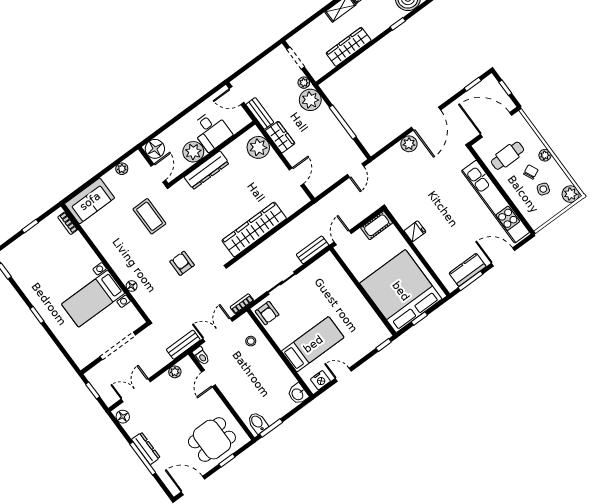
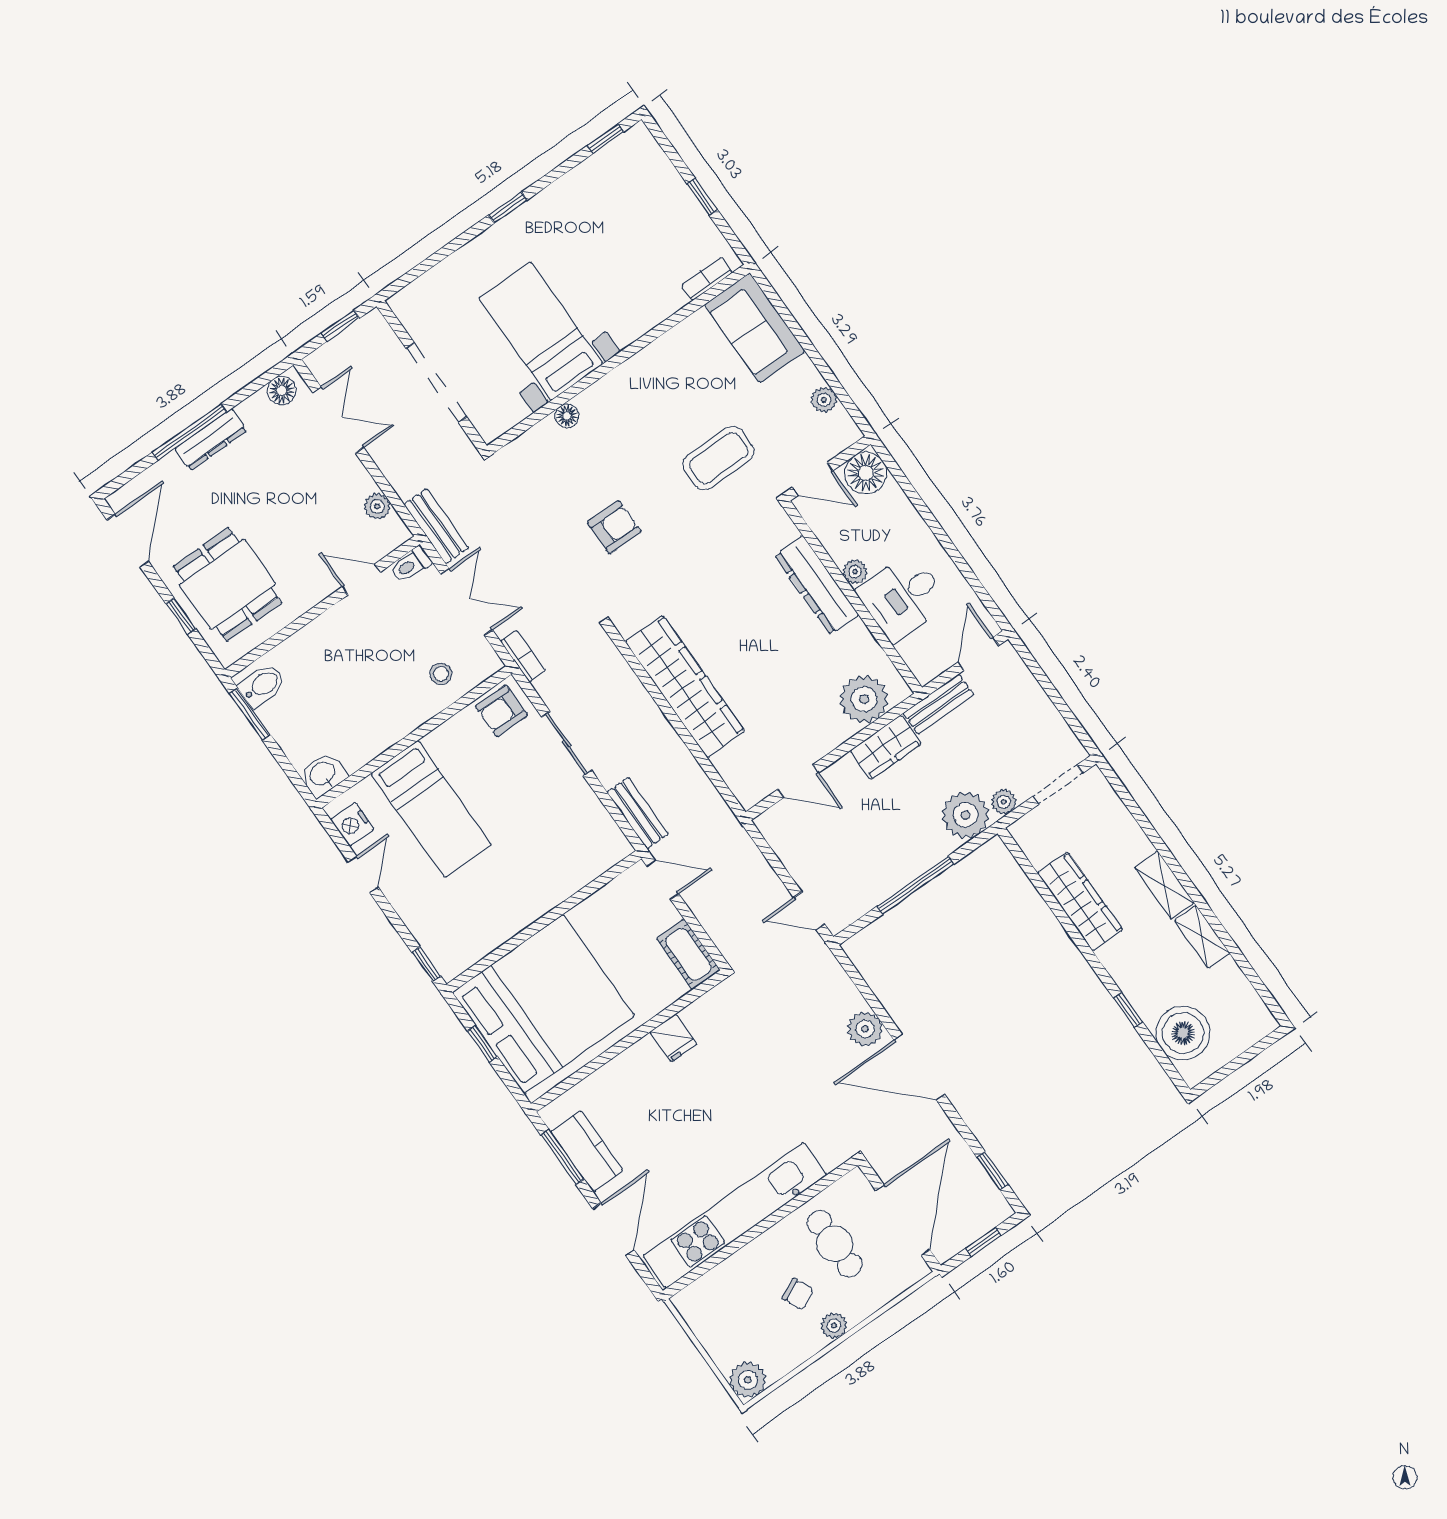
plant: (193, 152) -> (855, 572), width x0.53, depth x0.53
side table: (543, 189) -> (760, 1320), removed

